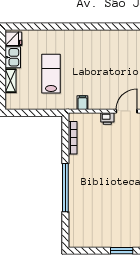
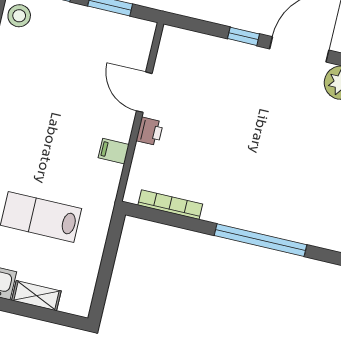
filing cabinet: (82, 103) -> (114, 151), moved

